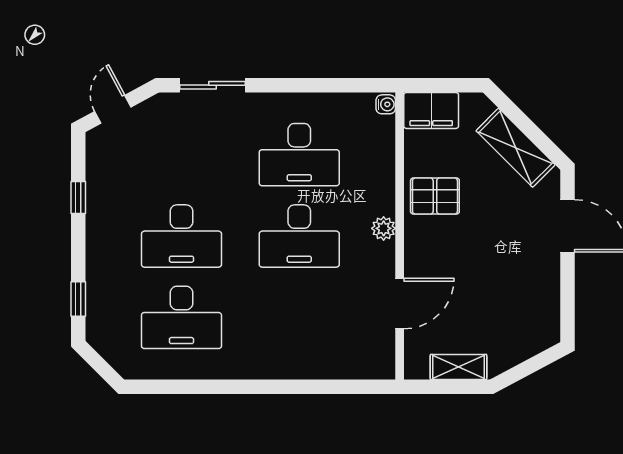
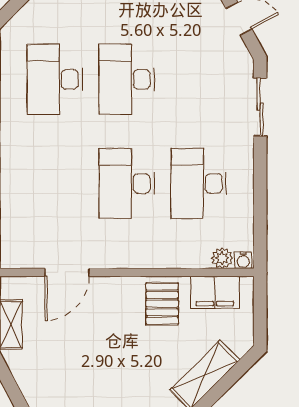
filing cabinet: (431, 110) -> (215, 292), moved, turned -90
plant: (384, 228) -> (222, 258), moved
door: (400, 304) -> (67, 272), hinge flipped

